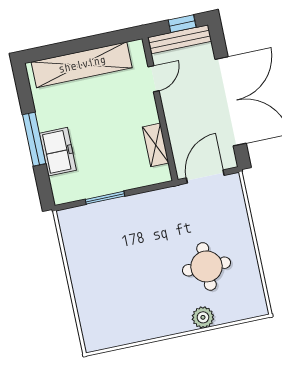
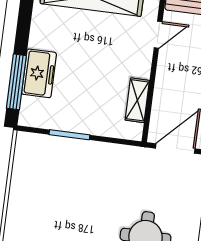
window: (34, 139) -> (16, 82), moved

